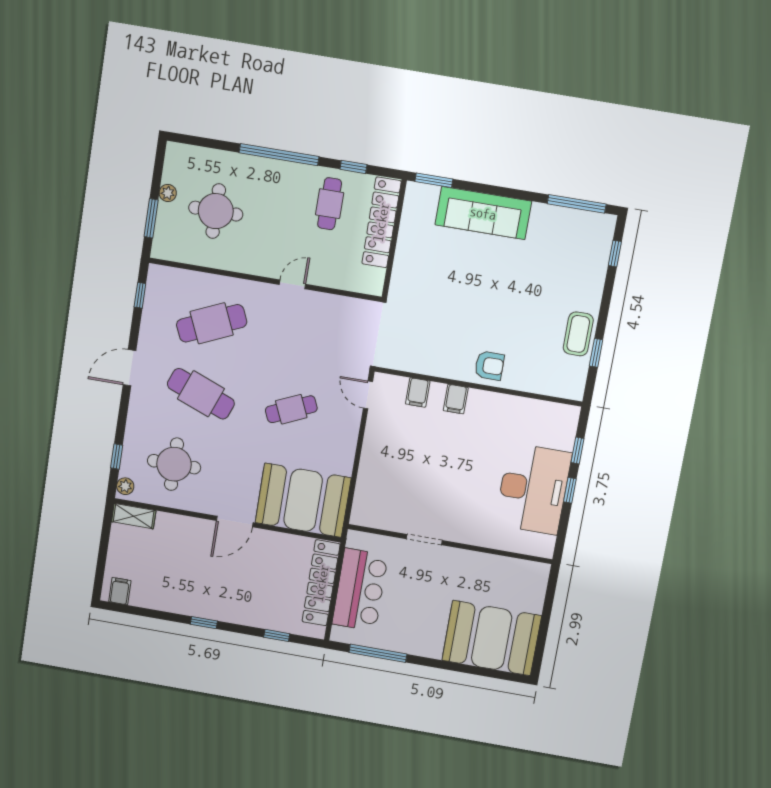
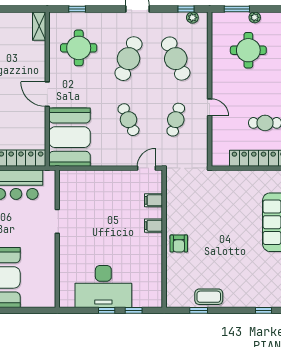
cafe table: (303, 339) -> (176, 120), added
plant: (125, 486) -> (192, 18), moved

